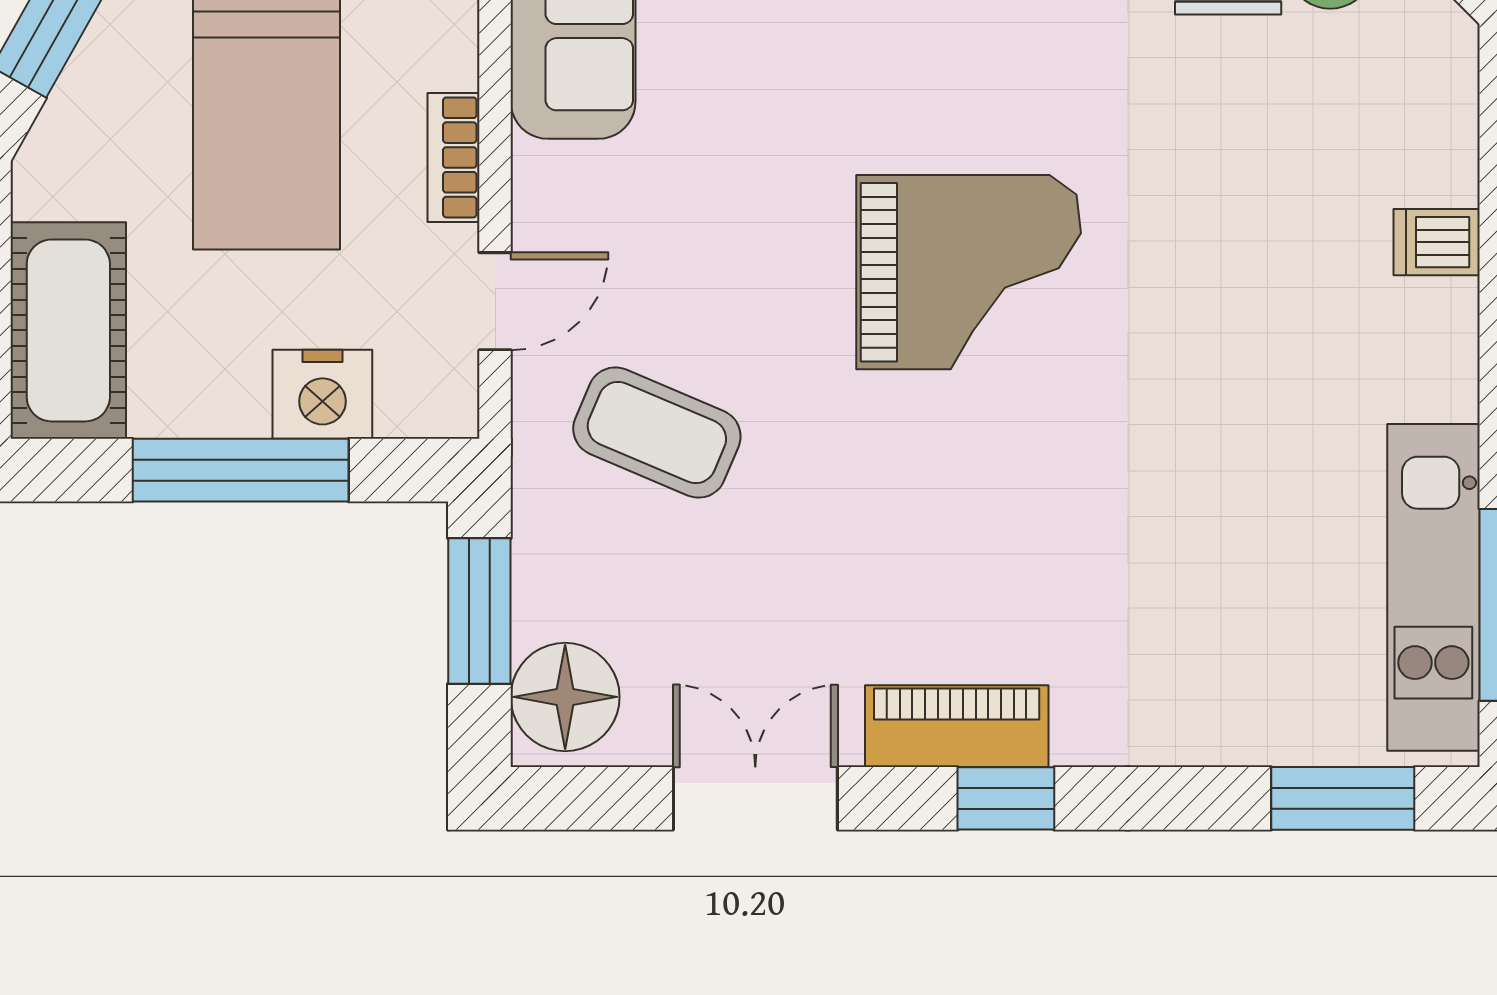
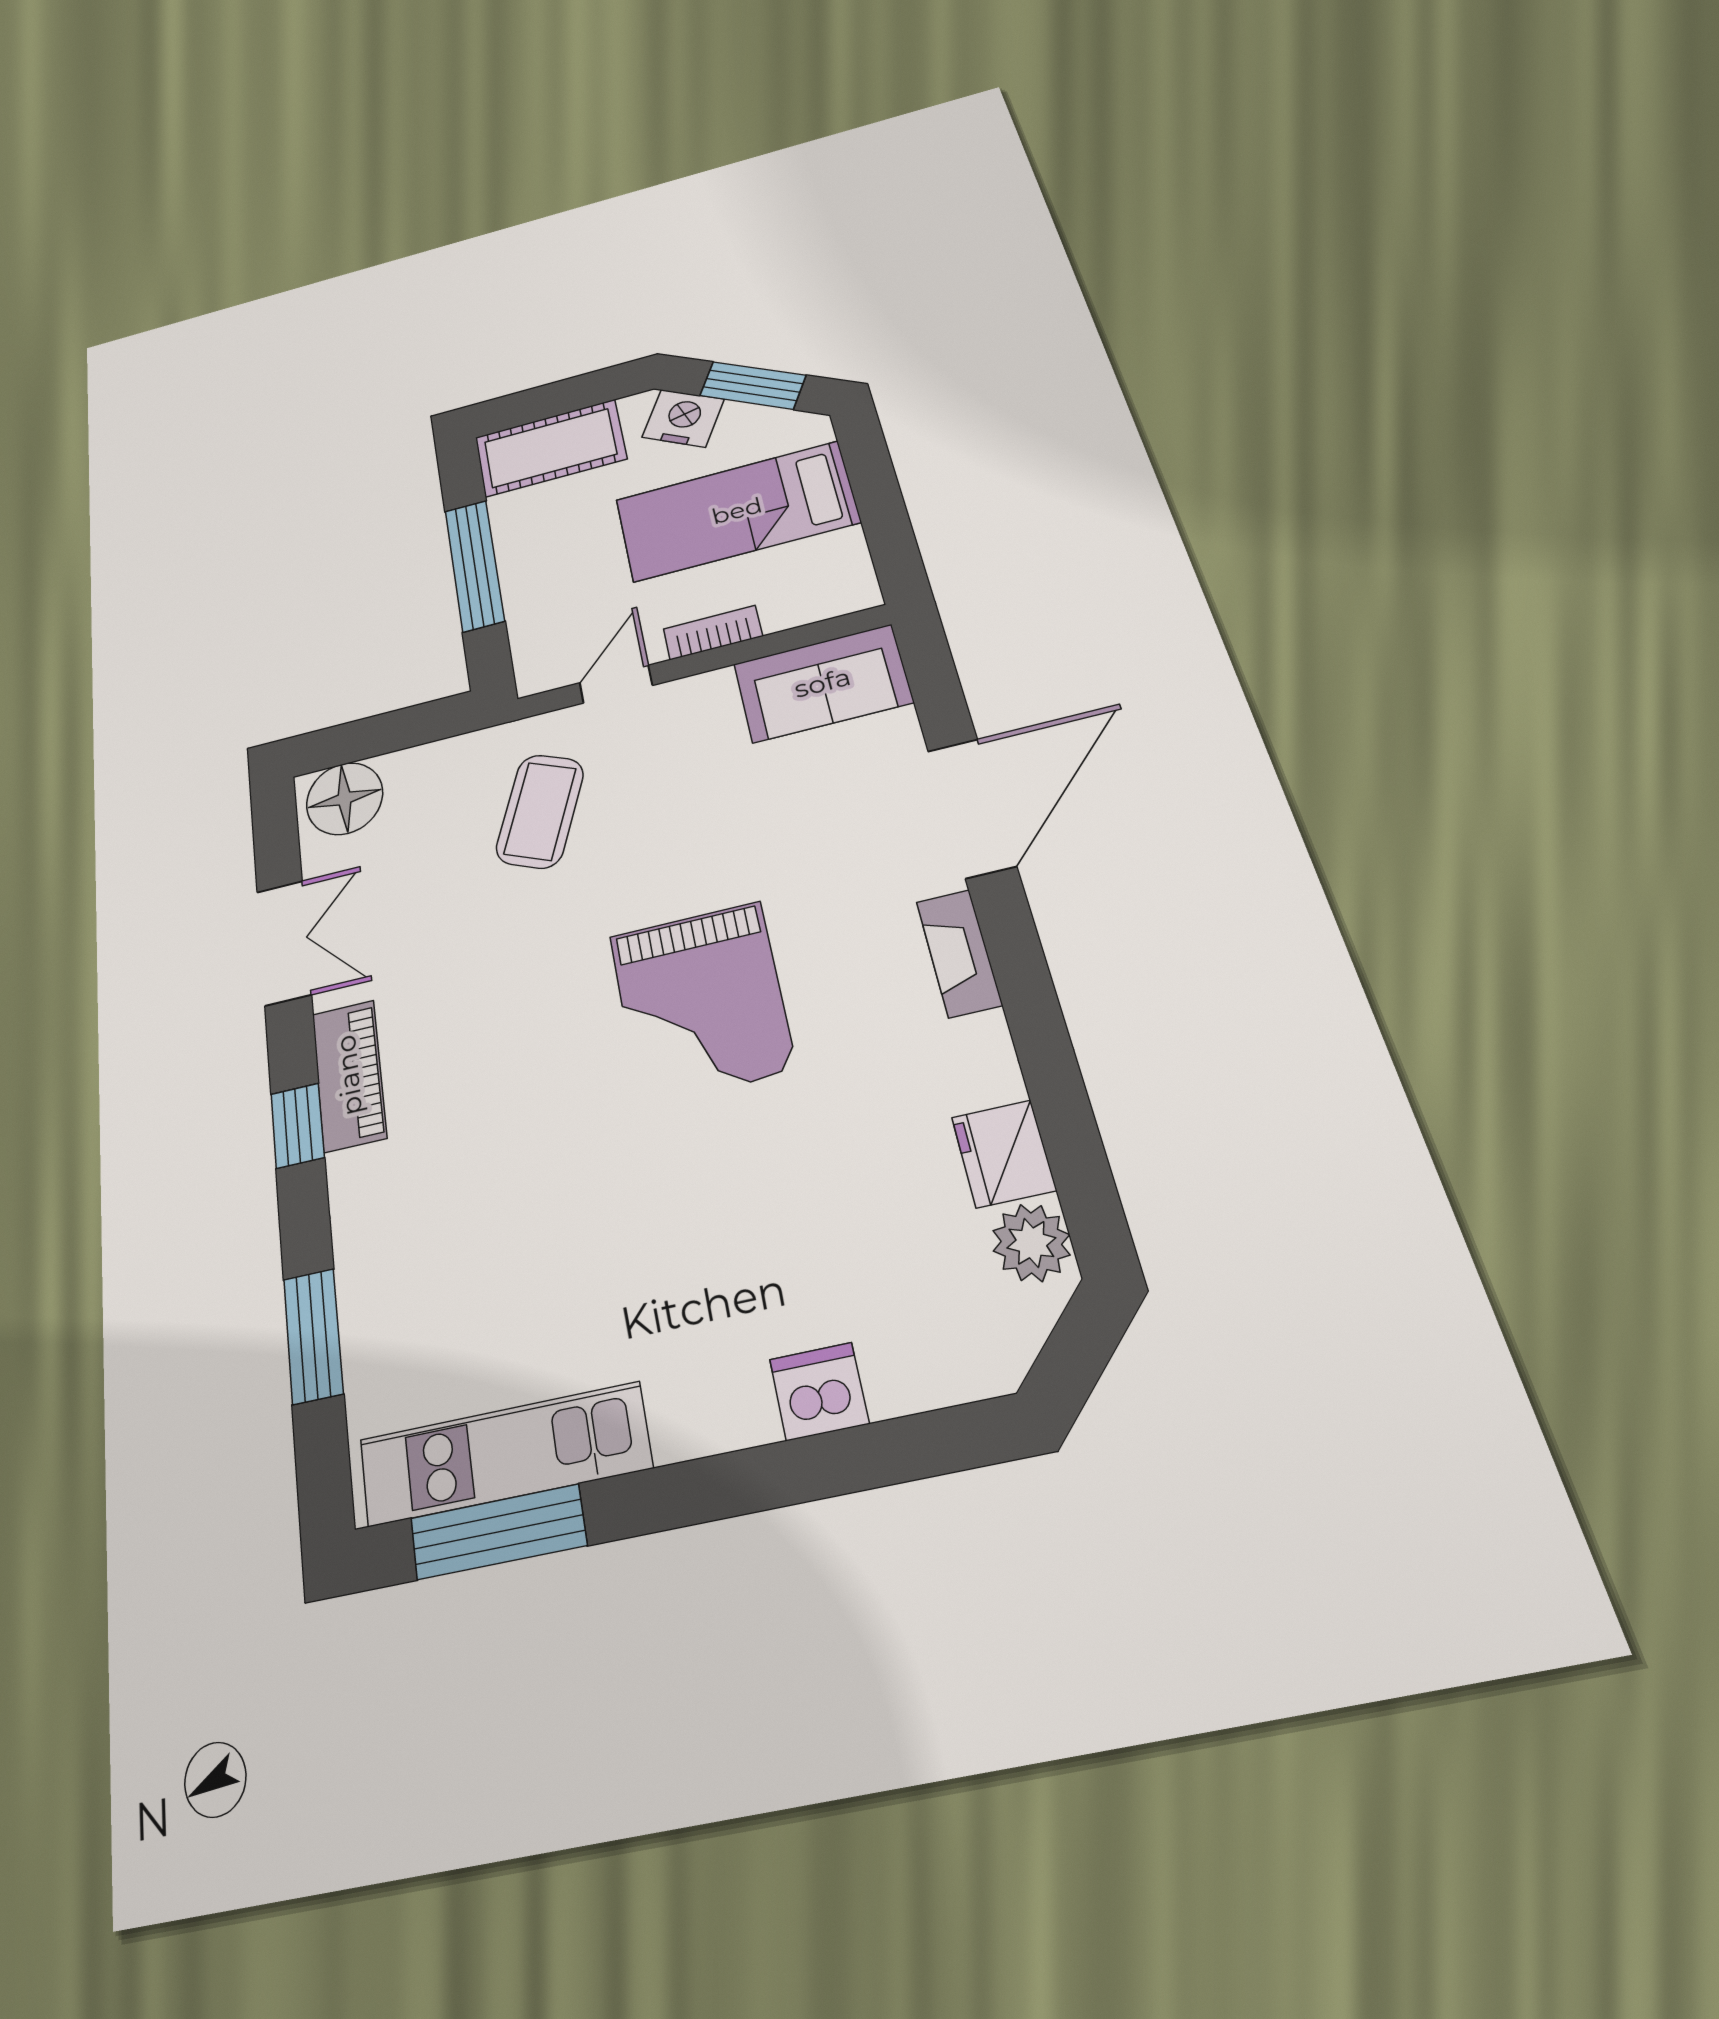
dishwasher: (1437, 242) -> (819, 1391), width x1.38
door: (495, 301) -> (616, 684), swing flipped
nightstand: (322, 394) -> (683, 418), moved, turned 119
window: (479, 611) -> (398, 730), removed
window: (1343, 798) -> (313, 1336), moved

